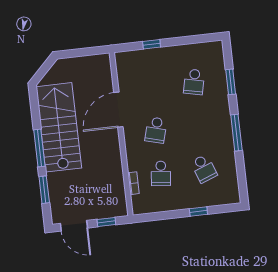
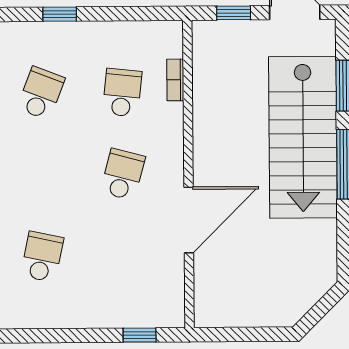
window: (152, 44) -> (140, 335), moved
stairs: (59, 127) -> (303, 137), moved
school desk: (204, 169) -> (41, 93), turned 42

